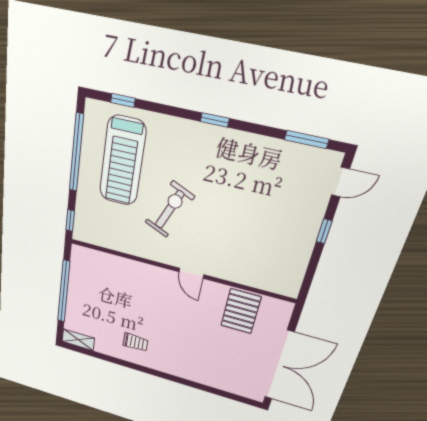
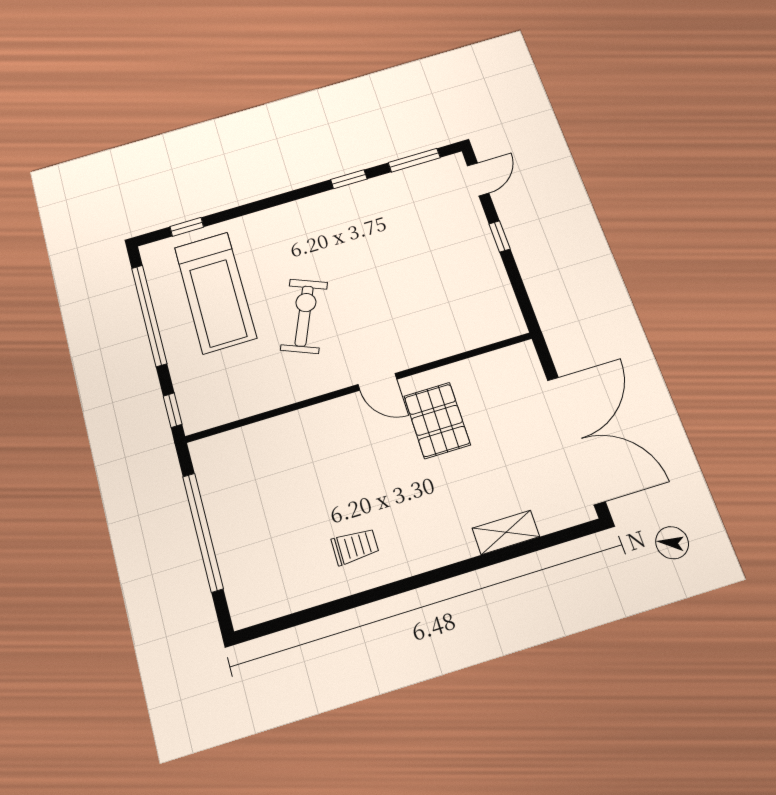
window: (215, 120) -> (349, 179), moved
pallet: (241, 311) -> (437, 420), moved
shelving: (78, 340) -> (506, 532), moved

